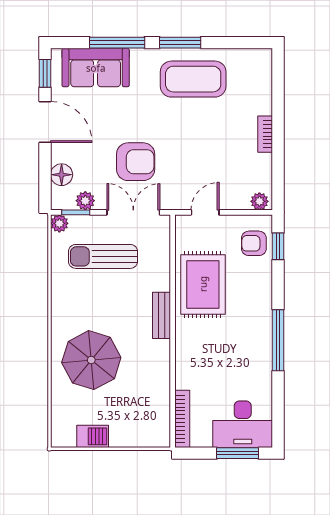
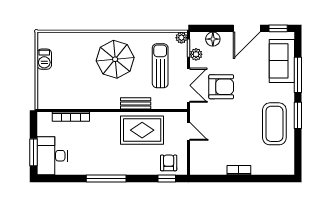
armchair: (136, 162) -> (221, 87), turned -90
plant: (259, 201) -> (196, 167), removed
bench: (161, 315) -> (136, 103), moved
parasol: (91, 360) -> (115, 59), moved
bookcase: (182, 419) -> (71, 117), moved

